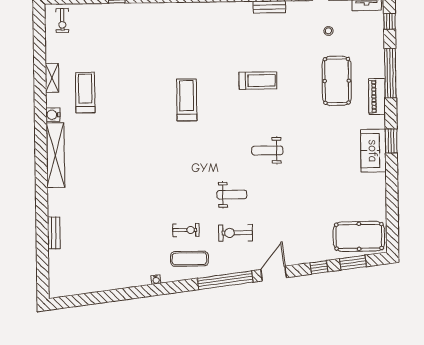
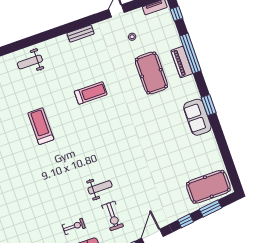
piano: (377, 97) -> (182, 62), moved
weight bench: (267, 151) -> (30, 62), moved
exercise bike: (236, 233) -> (113, 216), turned -90

